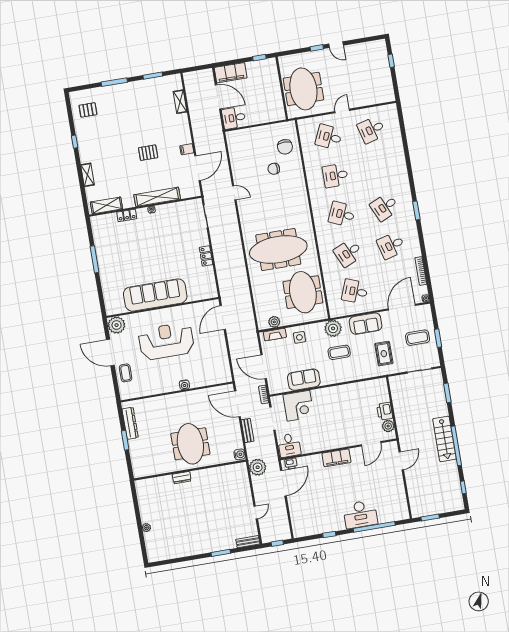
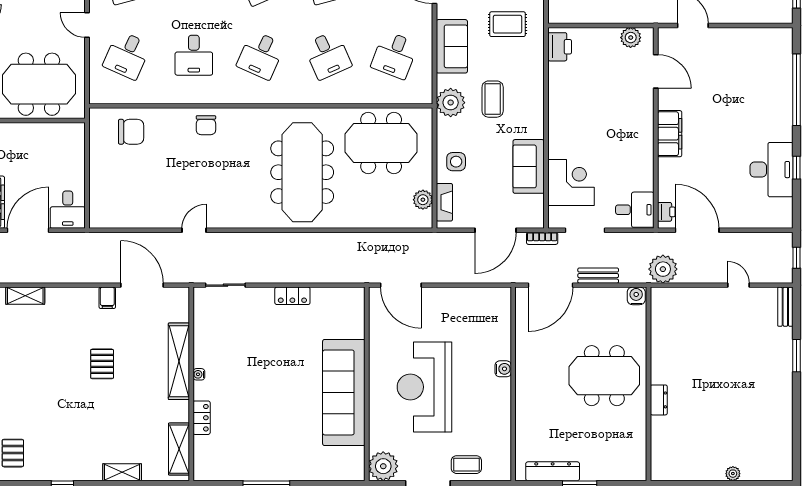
chair: (274, 169) -> (206, 125), moved
printer: (385, 411) -> (560, 47), moved, turned -90
desk: (360, 514) -> (771, 170), moved

